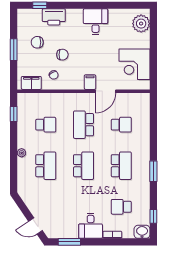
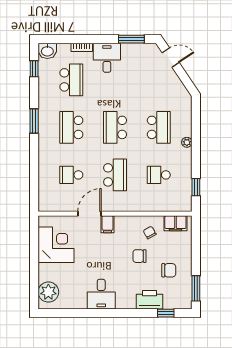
window: (14, 50) -> (196, 288), moved
school desk: (46, 166) -> (159, 127), turned 180
school desk: (121, 207) -> (71, 80), width x1.85

